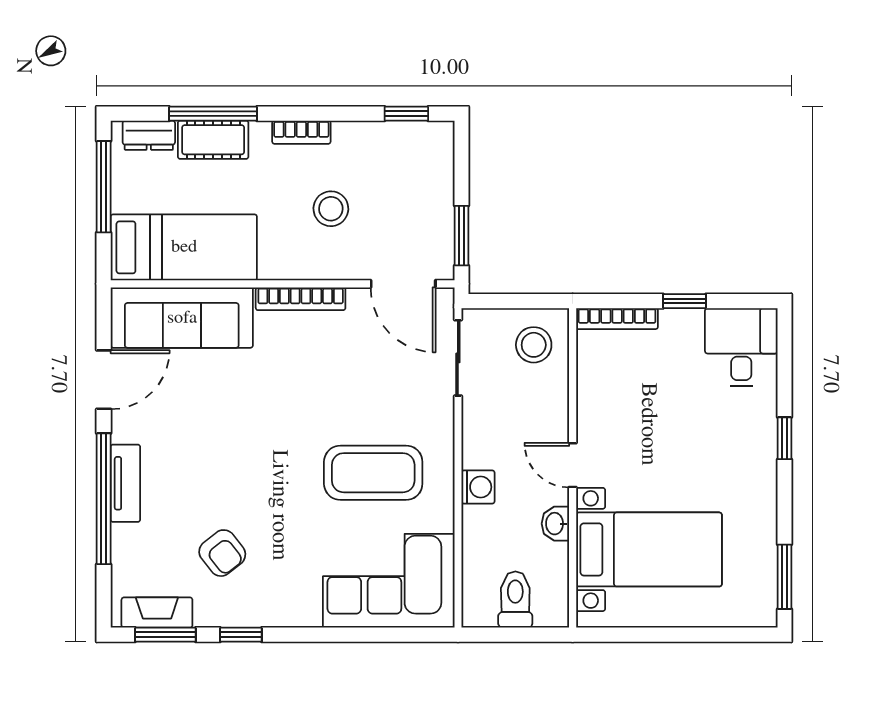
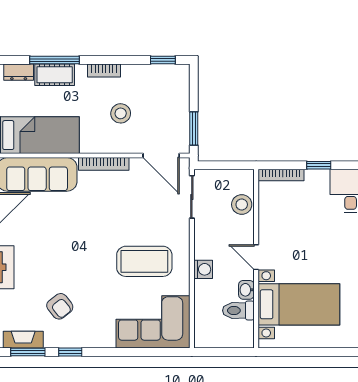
stool: (534, 345) -> (242, 204), moved
toilet: (515, 600) -> (238, 310), moved, turned -90

